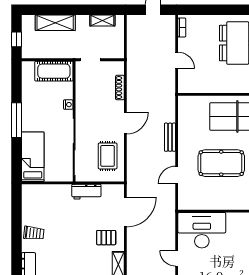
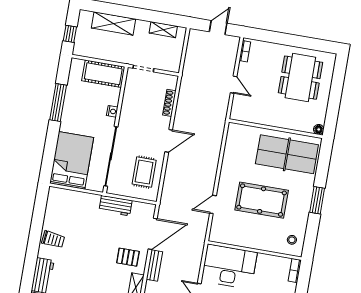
window: (16, 120) -> (58, 102), moved
bench: (170, 137) -> (154, 266), moved
bed: (33, 157) -> (72, 160), width x1.50

